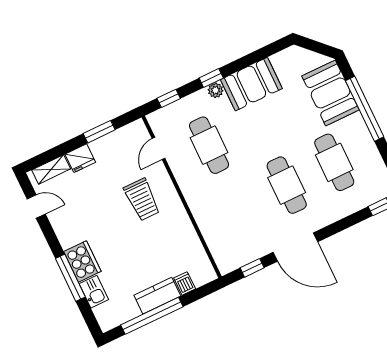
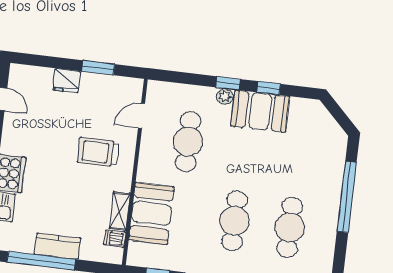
booth: (331, 93) -> (151, 213), moved
window: (169, 98) -> (269, 88), moved
shelving: (51, 169) -> (120, 211), moved, turned 90
trolley: (142, 200) -> (98, 152), turned 90
dishwasher: (185, 283) -> (115, 239), moved, turned -90

